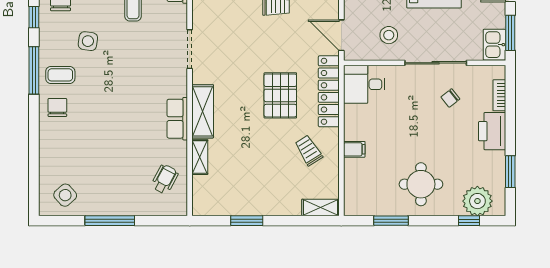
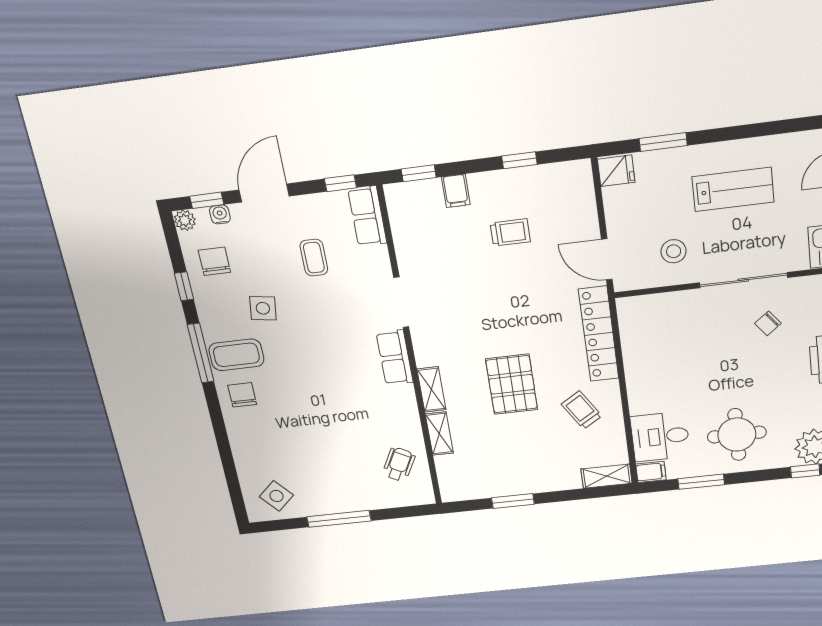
coffee table: (60, 75) -> (236, 355), width x1.36, depth x1.30
desk: (364, 84) -> (660, 437), moved
pallet: (280, 95) -> (512, 384), moved
shelving: (203, 111) -> (431, 389), width x0.67, depth x0.75
row of seats: (177, 119) -> (395, 358), moved
filing cabinet: (354, 149) -> (651, 472), moved

